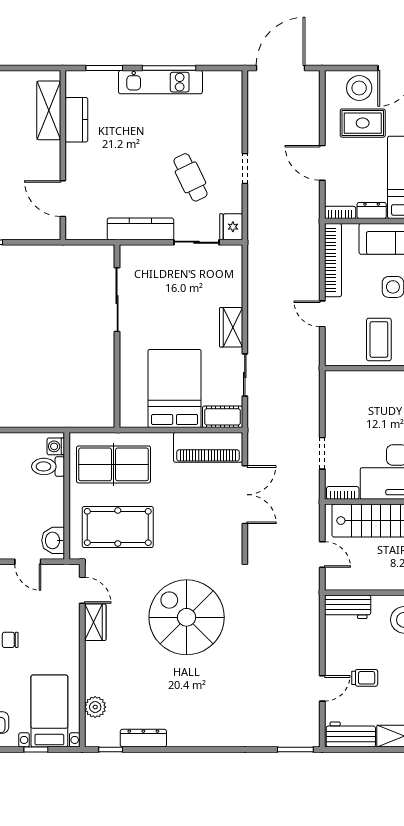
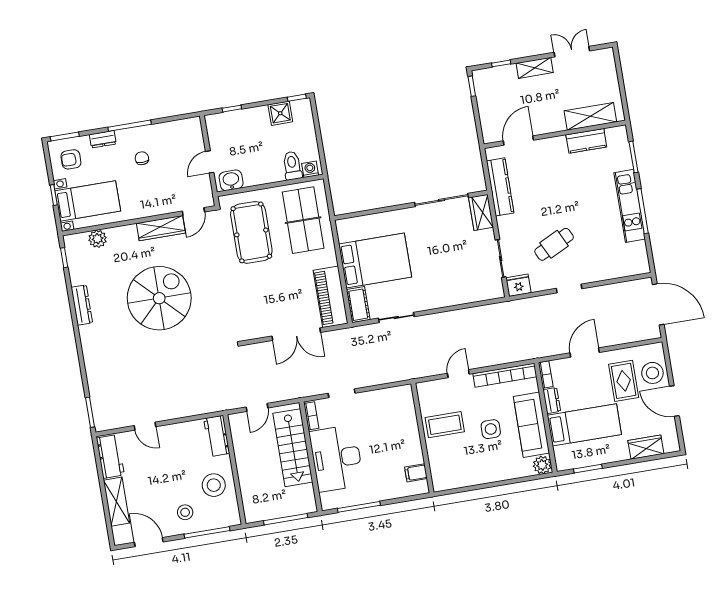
kitchen counter: (140, 229) -> (500, 187), moved
wardrobe: (231, 327) -> (481, 212), moved, turned -90
spiral stairs: (187, 617) -> (159, 298), moved
wardrobe: (95, 622) -> (161, 228), width x1.50
trolley: (365, 678) -> (160, 460), removed
dresser: (143, 738) -> (82, 305), moved

